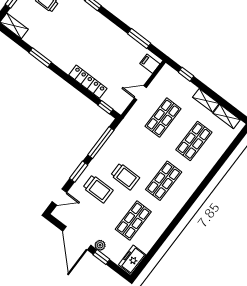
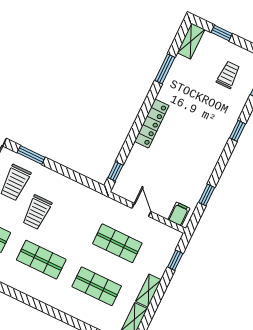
window: (139, 39) -> (207, 195), width x0.67
window: (40, 57) -> (165, 69), moved
locker: (88, 82) -> (152, 123), moved
window: (101, 143) -> (72, 175), removed

